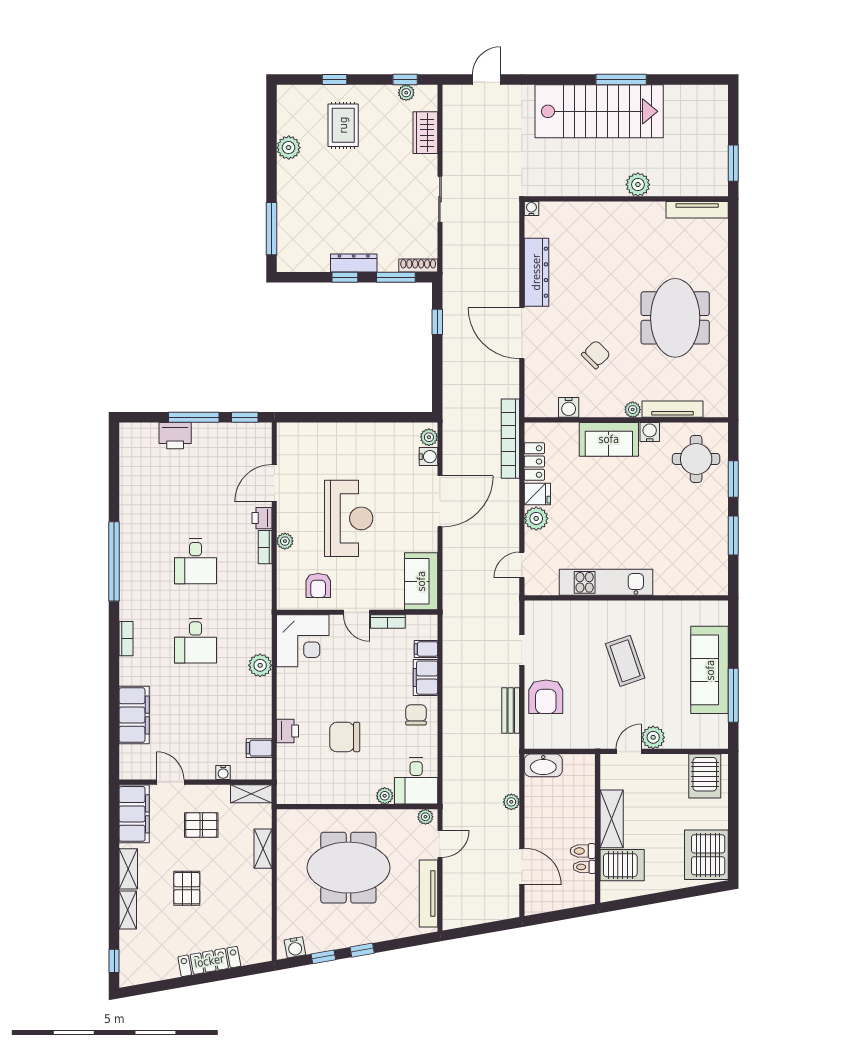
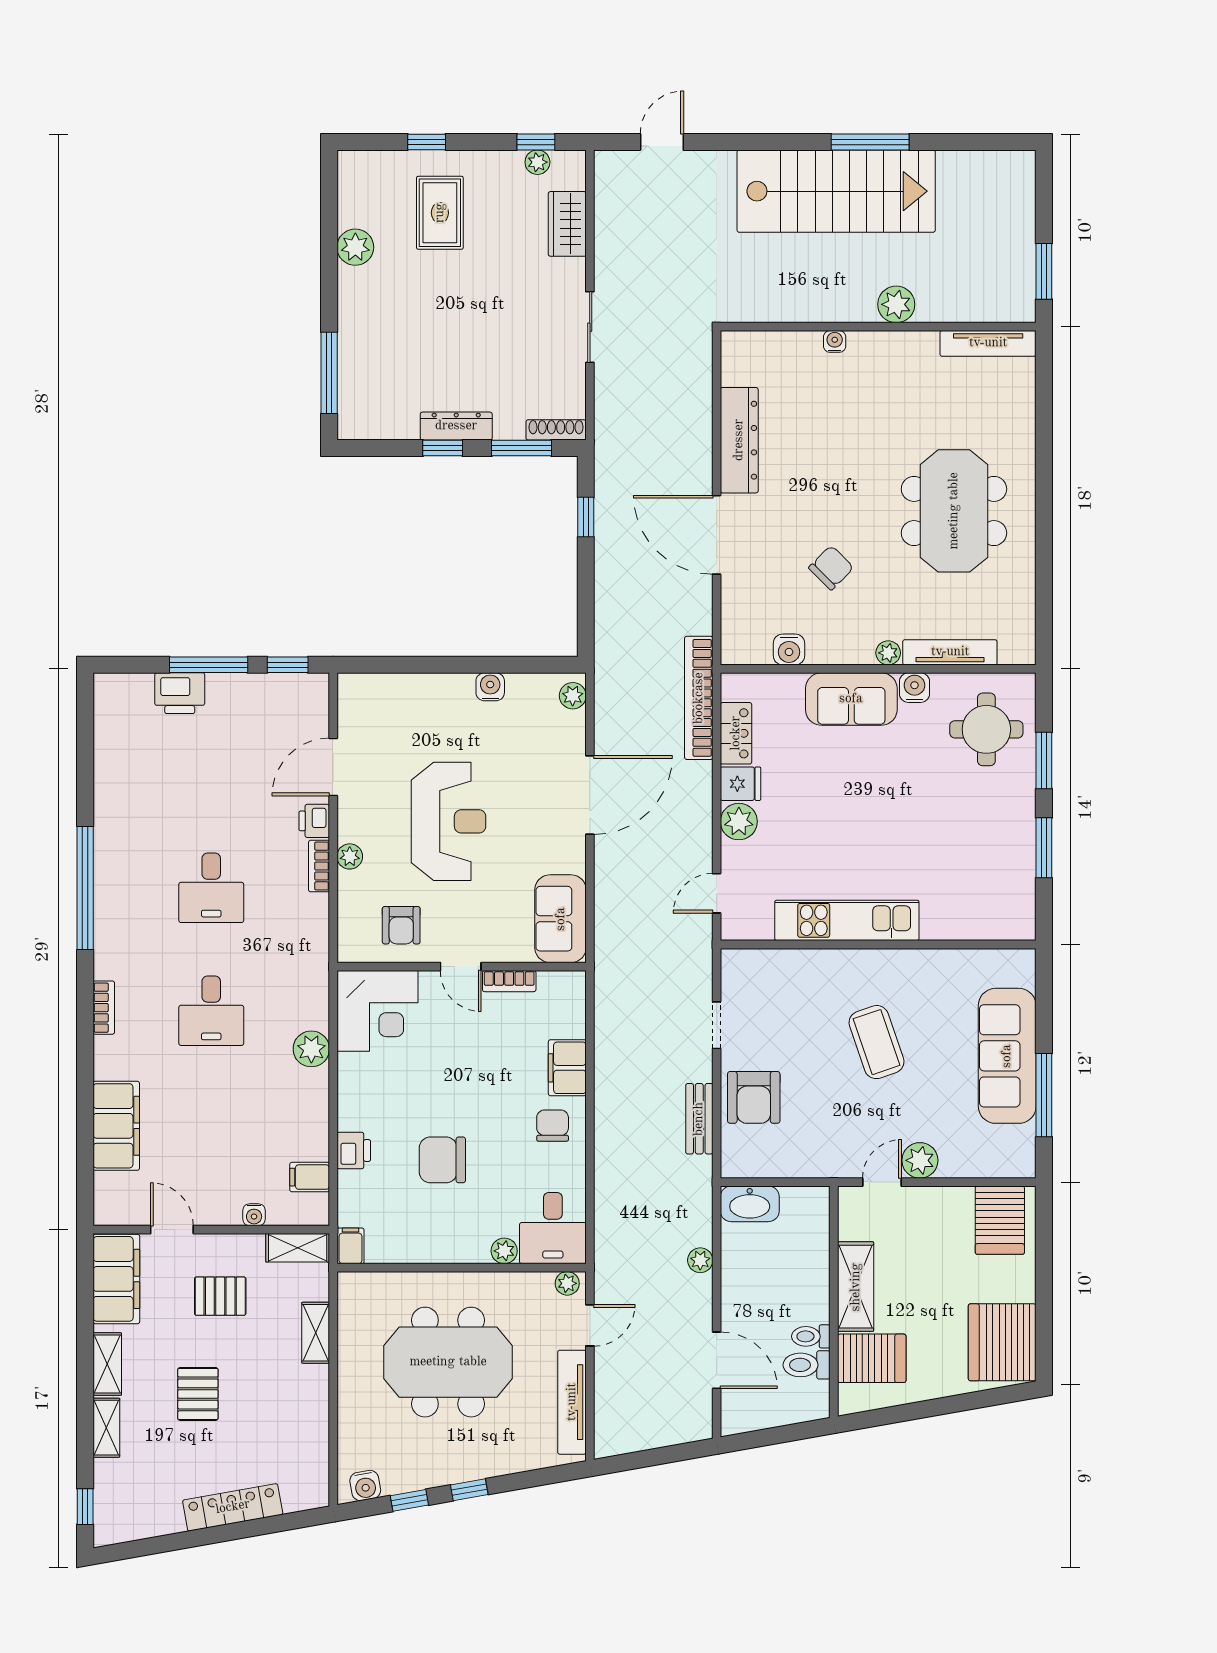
water cooler: (531, 208) -> (835, 341), moved
water cooler: (428, 457) -> (490, 687), moved, turned -90
filing cabinet: (426, 649) -> (350, 1246), moved, turned 90
toilet: (584, 867) -> (807, 1365), width x1.37, depth x1.39

